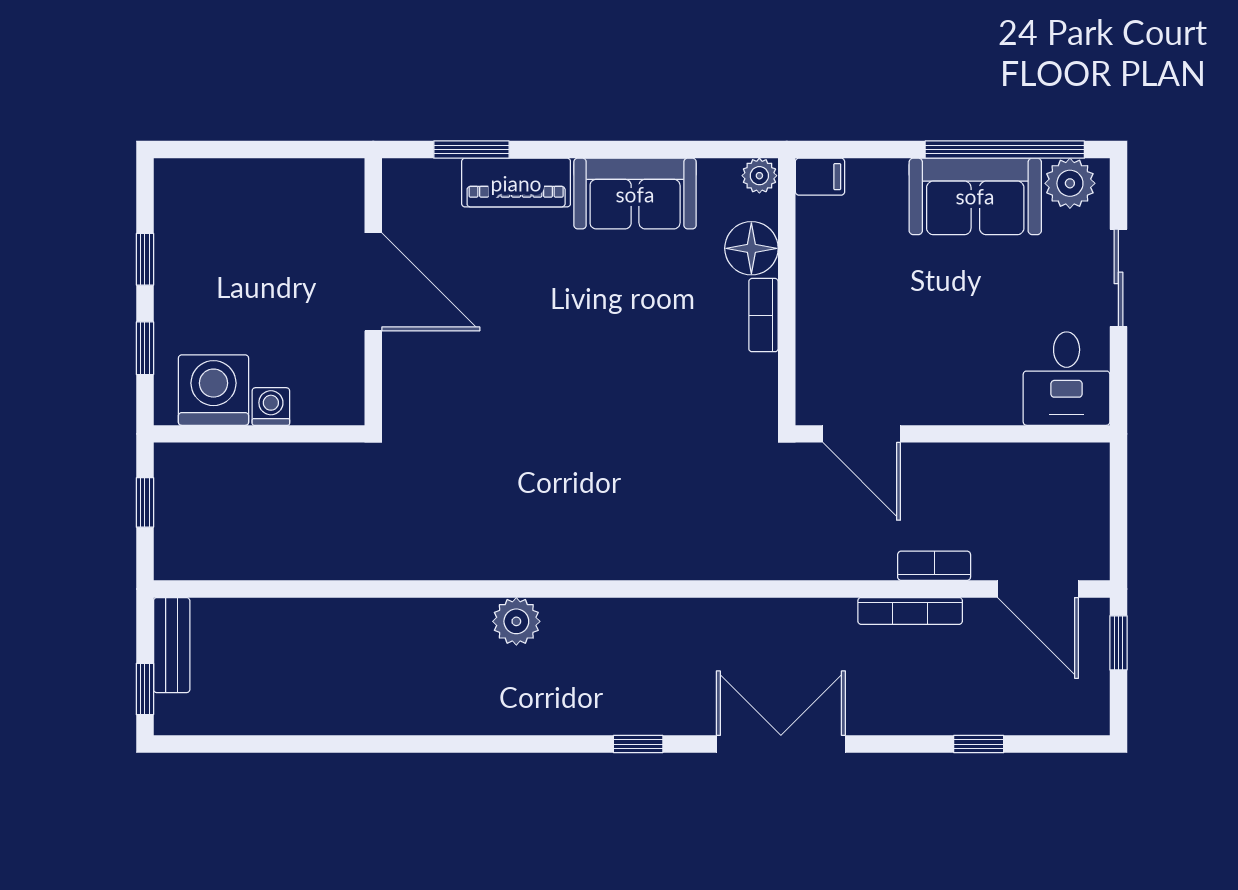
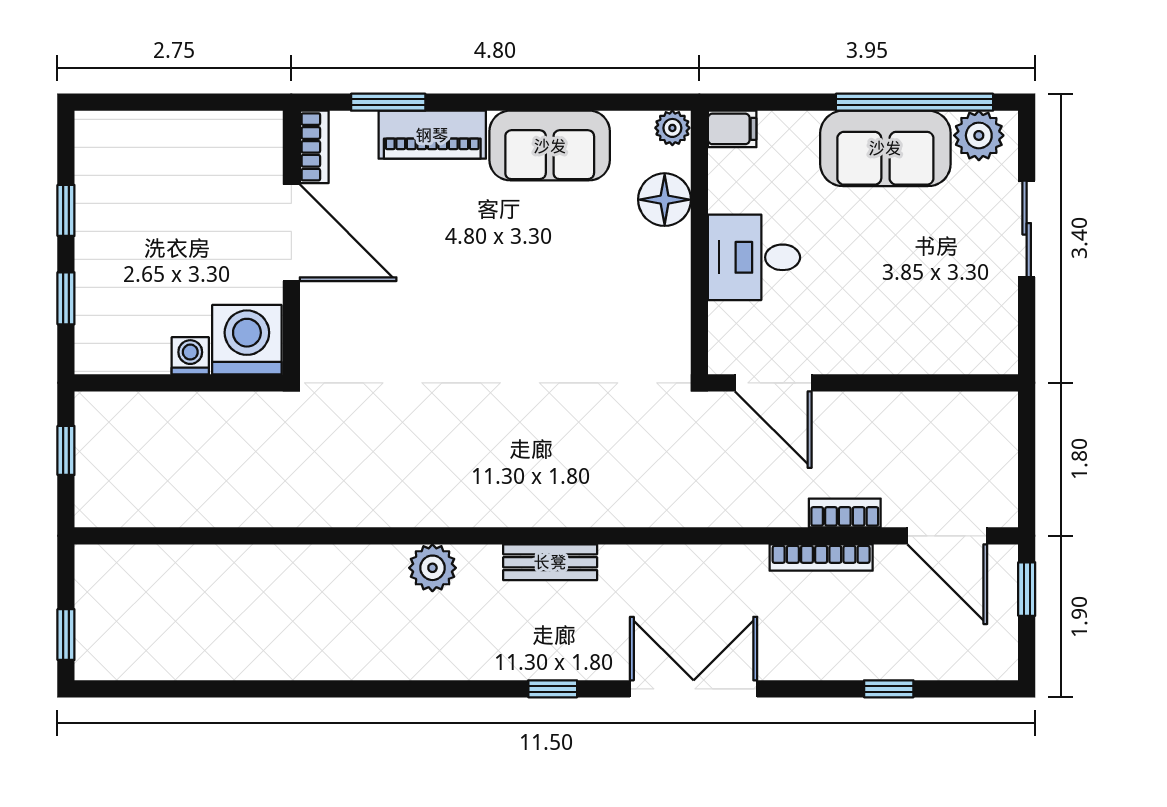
bookcase: (763, 315) -> (314, 147), moved, turned 180
desk: (1067, 379) -> (754, 257), moved, turned 90
washing machine: (213, 390) -> (247, 340), moved
bench: (172, 645) -> (550, 562), moved, turned 90

